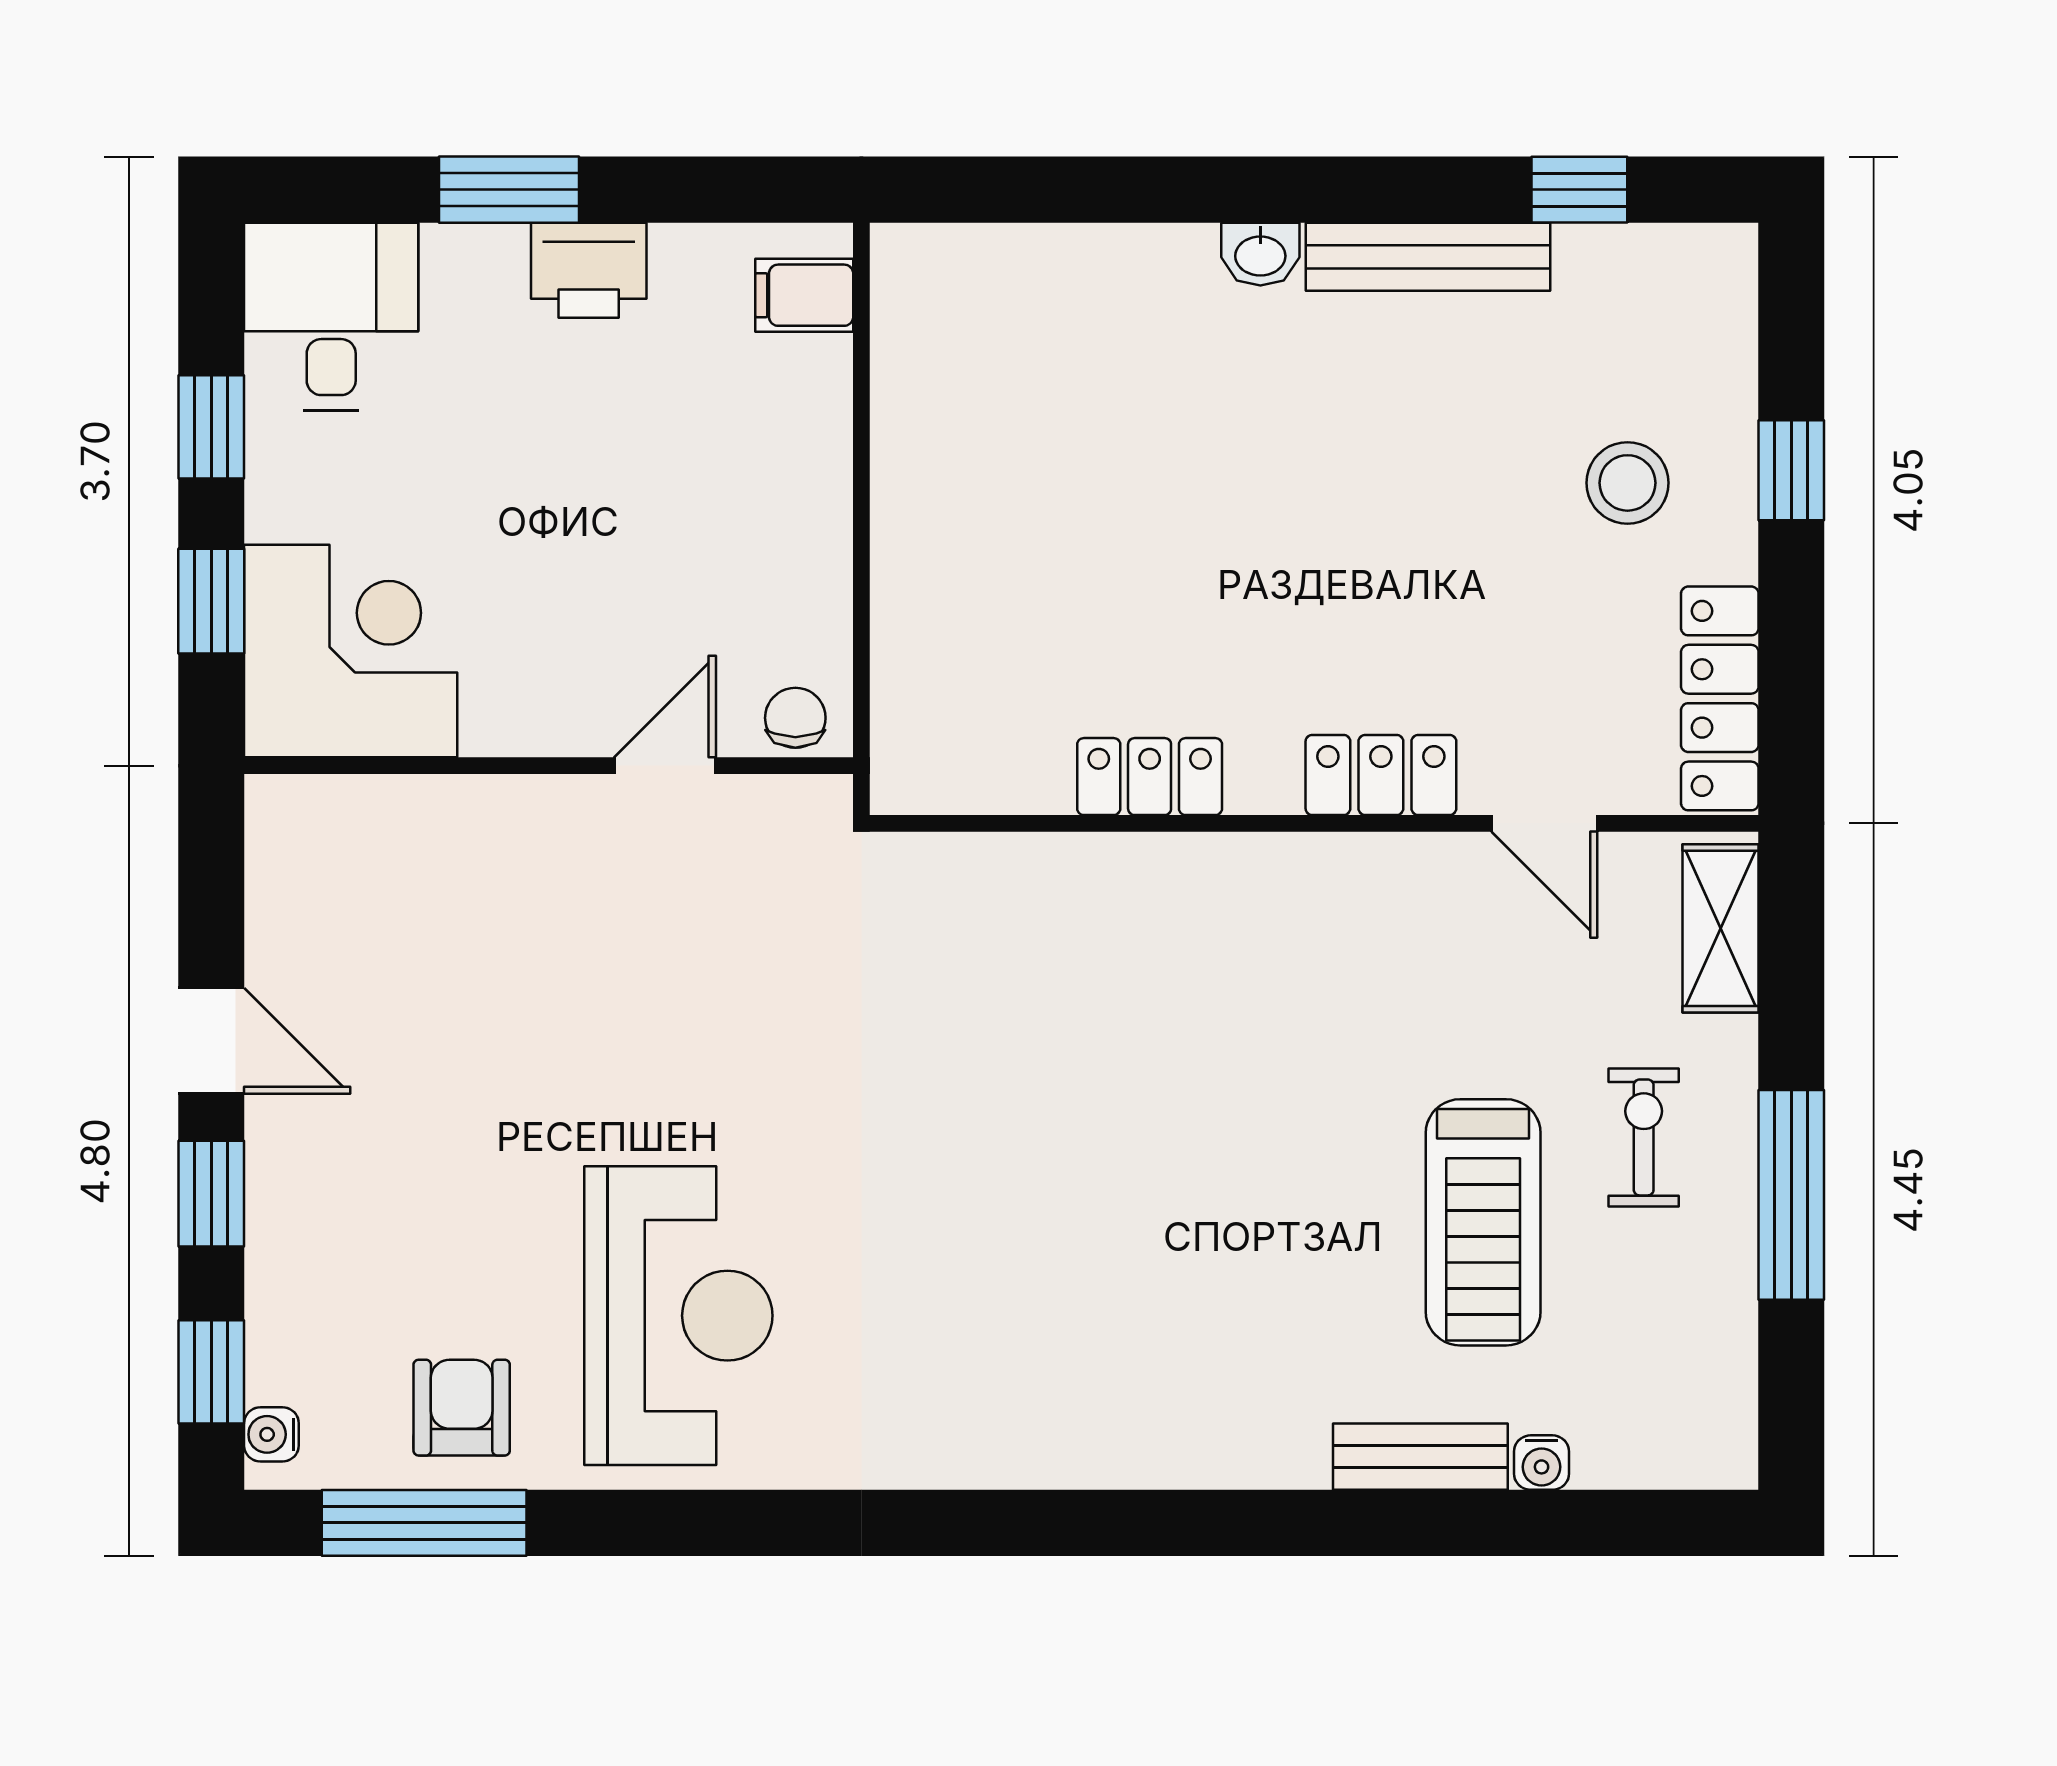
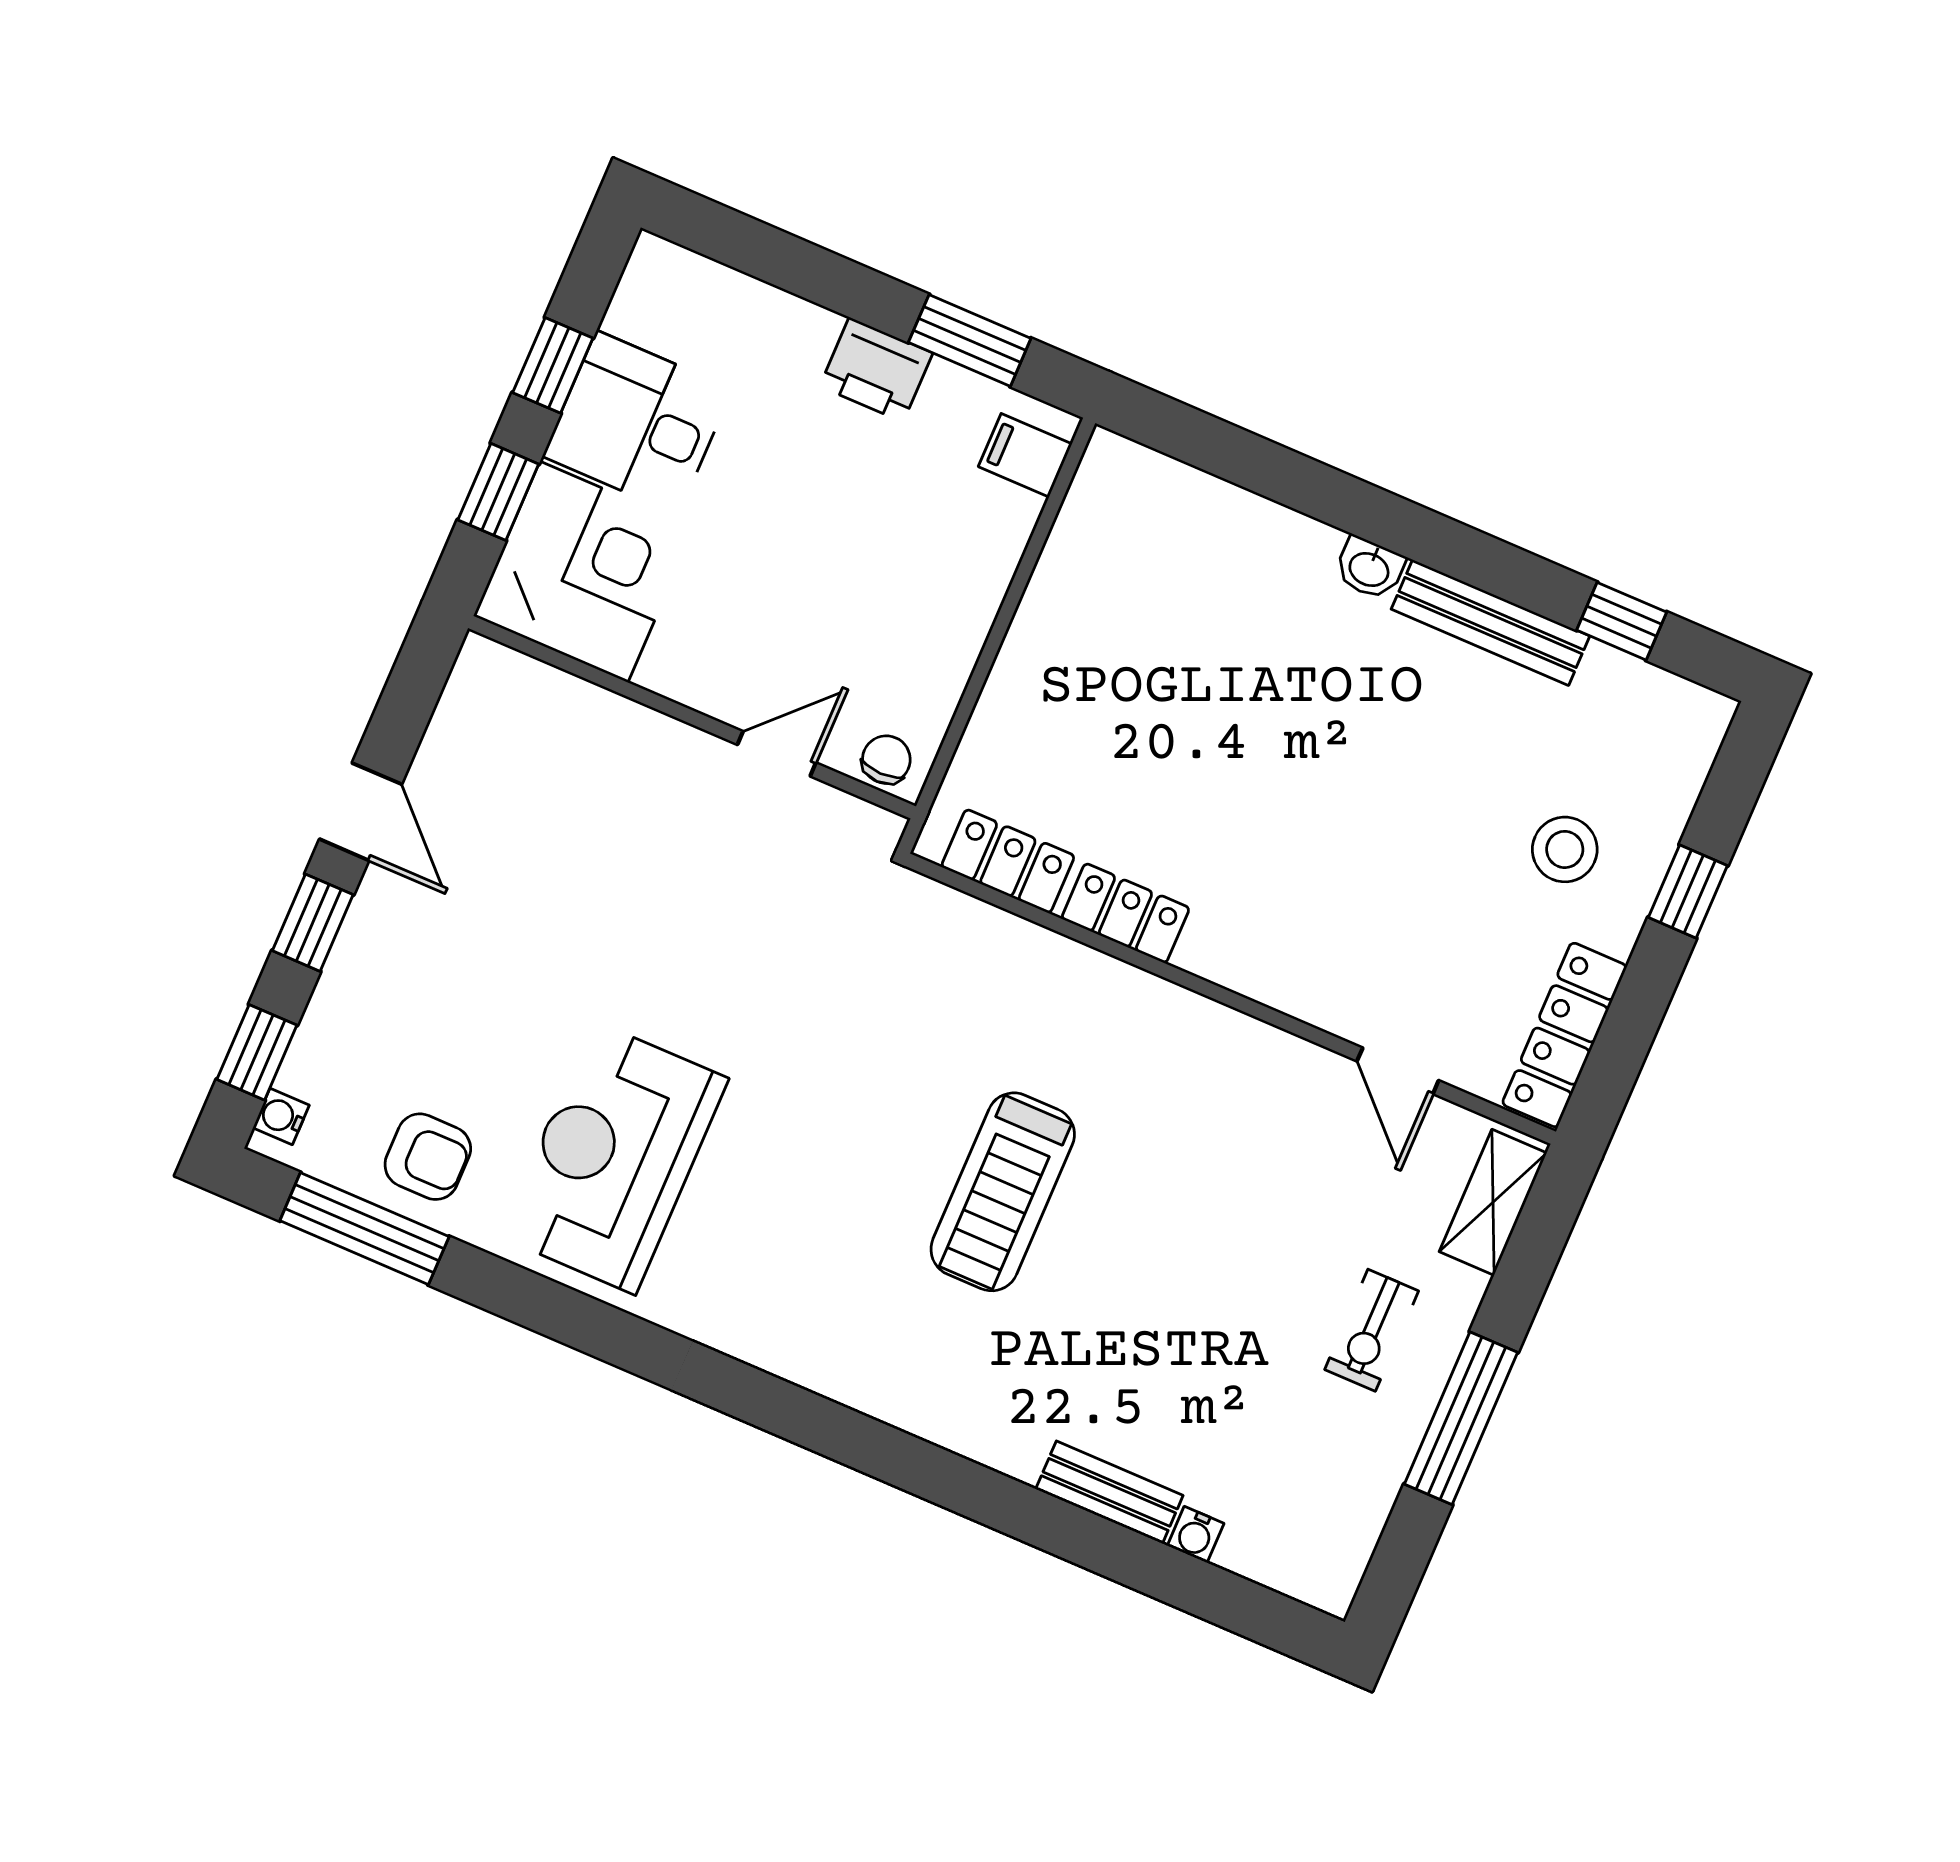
window: (509, 190) -> (970, 340), moved
desk: (331, 316) -> (637, 423), moved, turned -90
locker: (1381, 775) -> (1008, 861), moved
exercise bike: (1644, 1137) -> (1372, 1330), turned 180
treadmill: (1483, 1222) -> (1003, 1192), moved
reception desk: (678, 1316) -> (614, 1158), turned 180
armchair: (462, 1408) -> (428, 1157), turned 90

